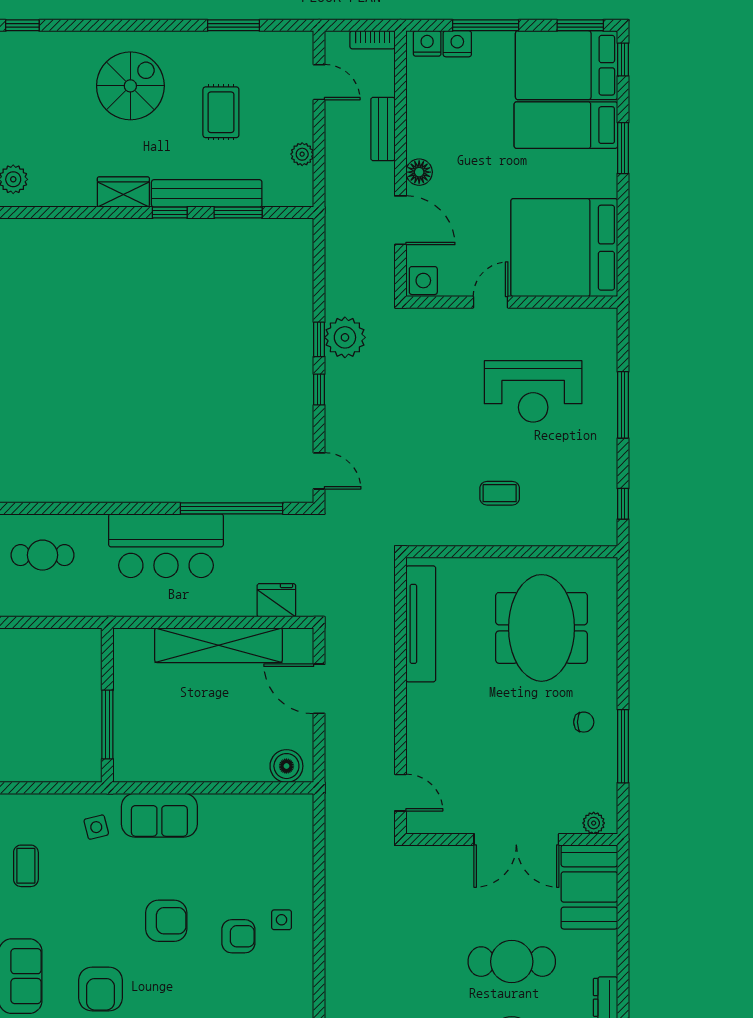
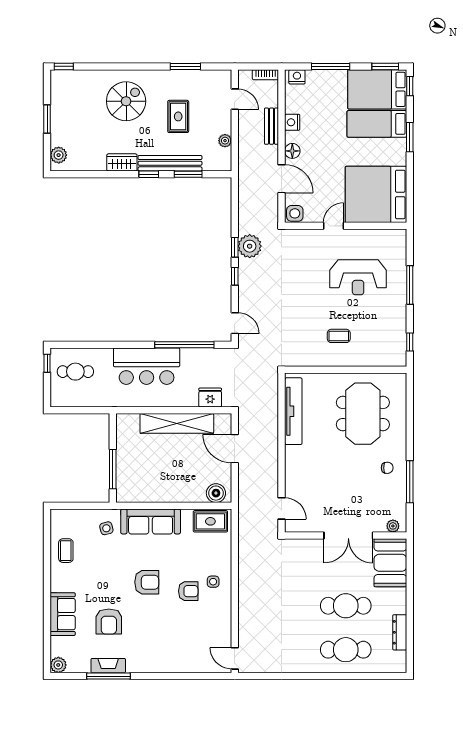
nightstand: (457, 44) -> (292, 122), moved, turned -90
sofa: (159, 815) -> (151, 521), width x1.36
rug: (277, 815) -> (210, 521), added

